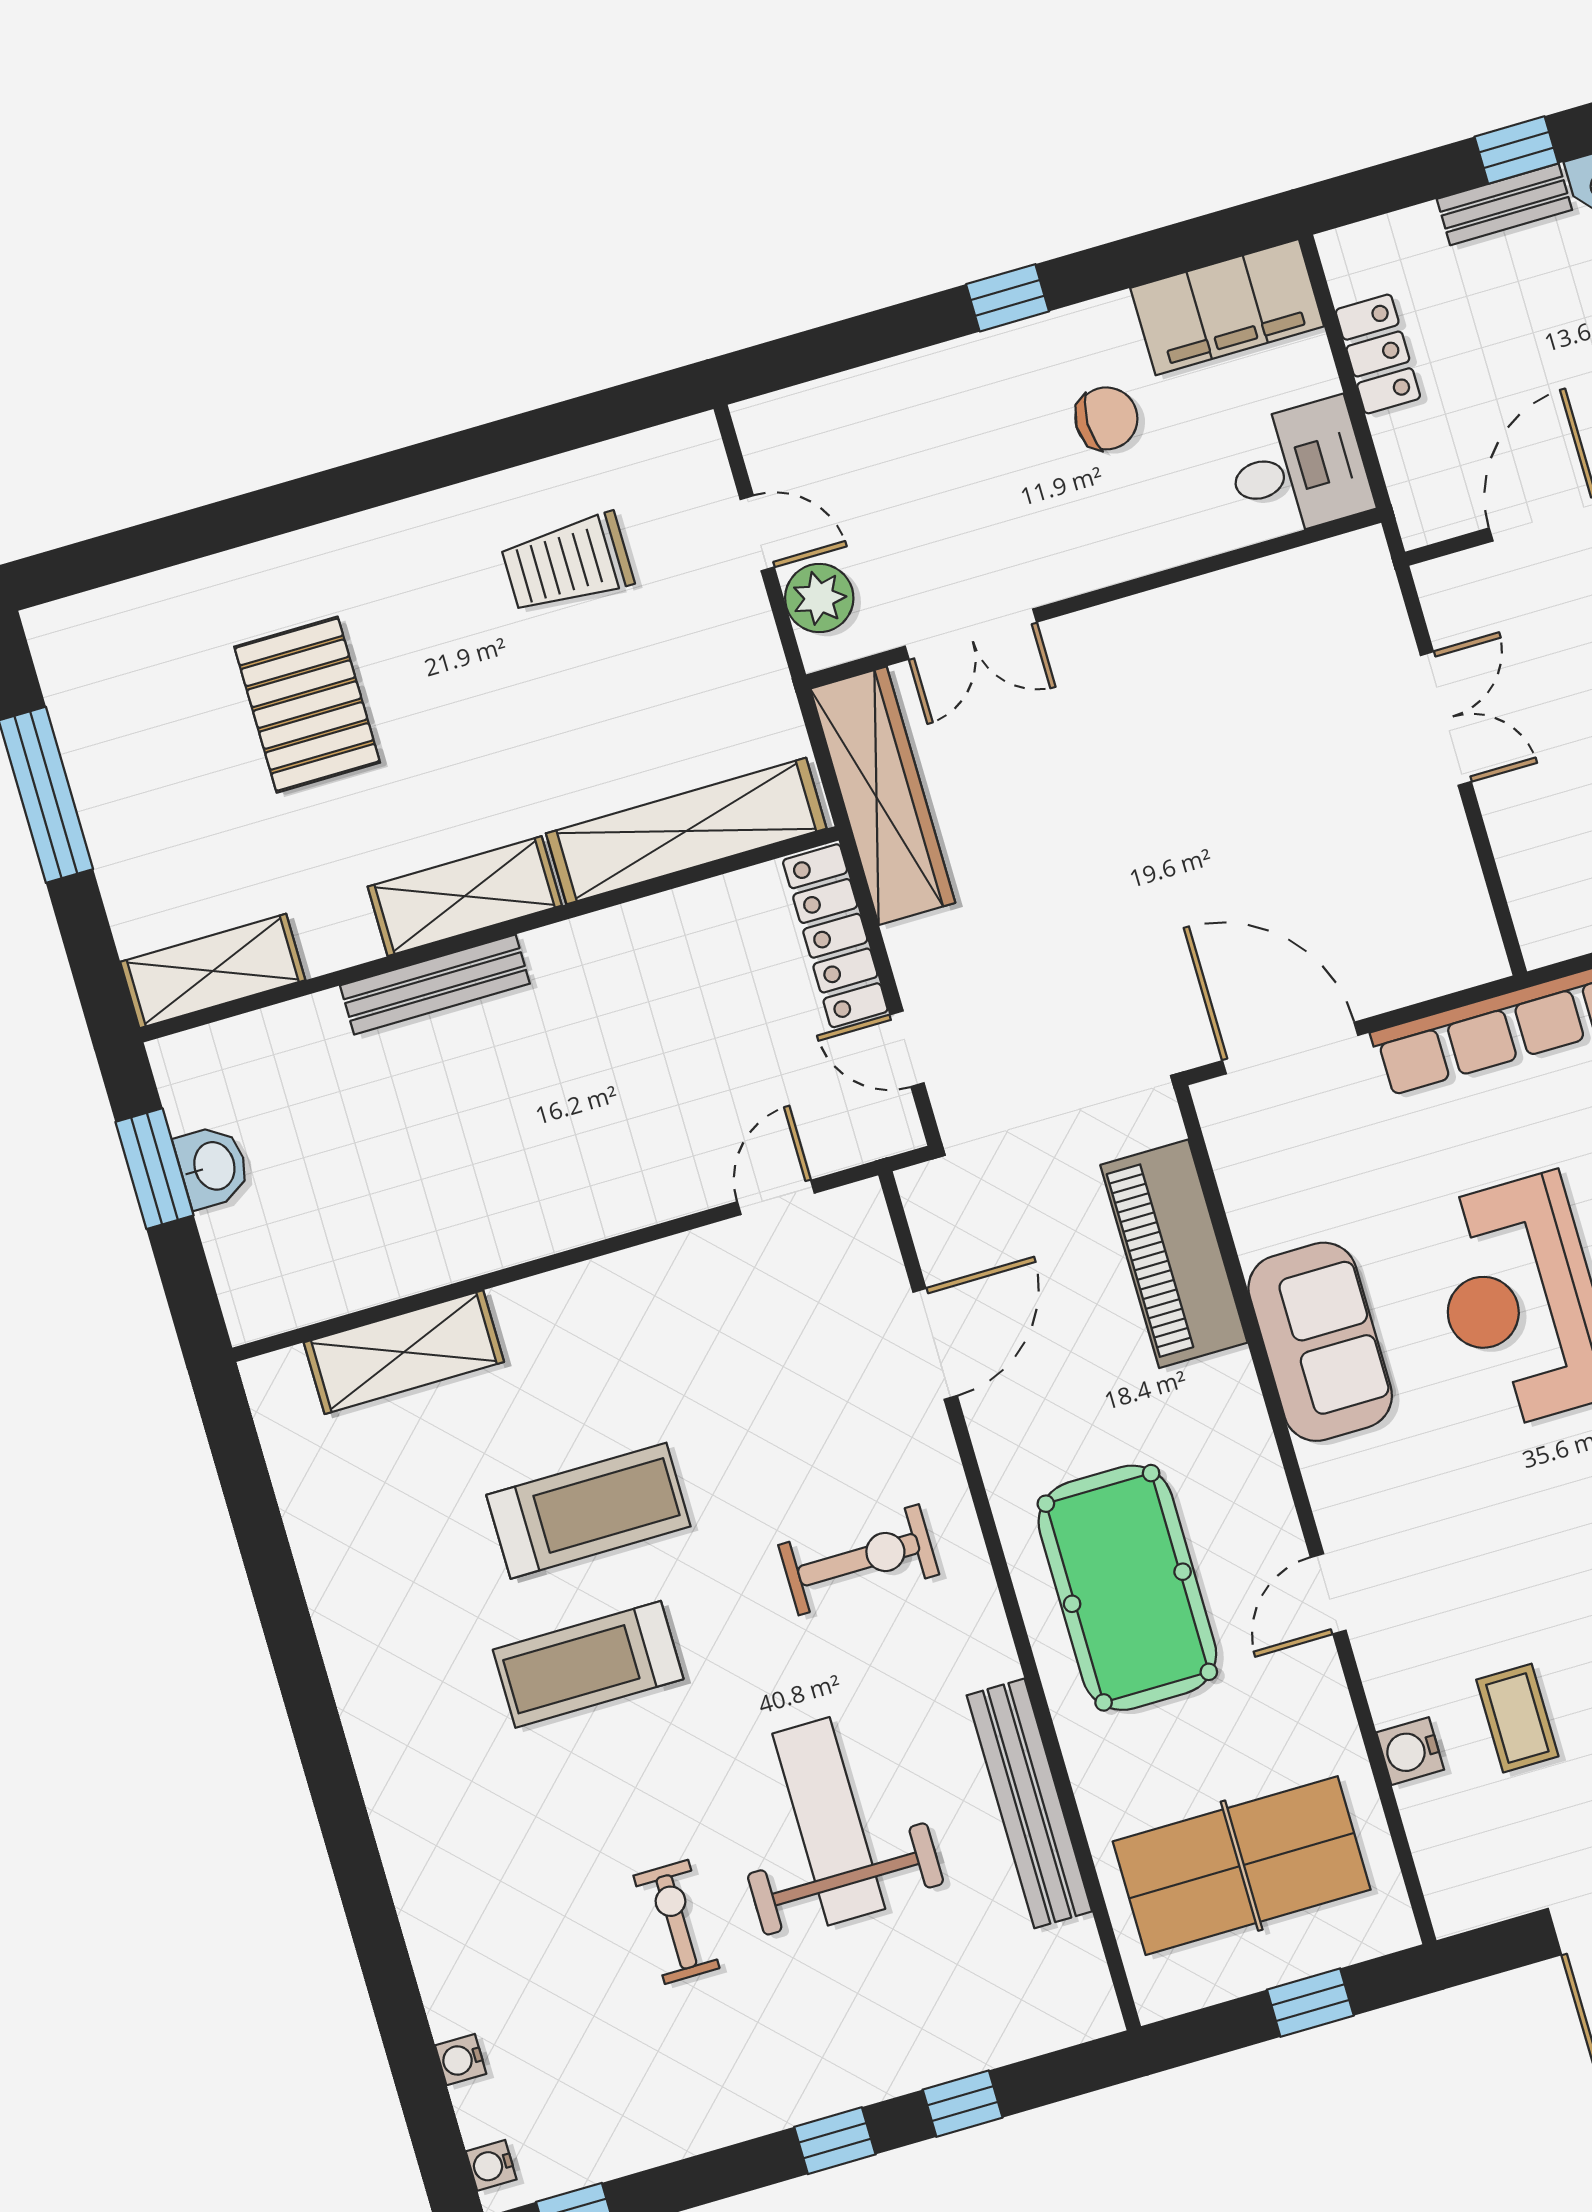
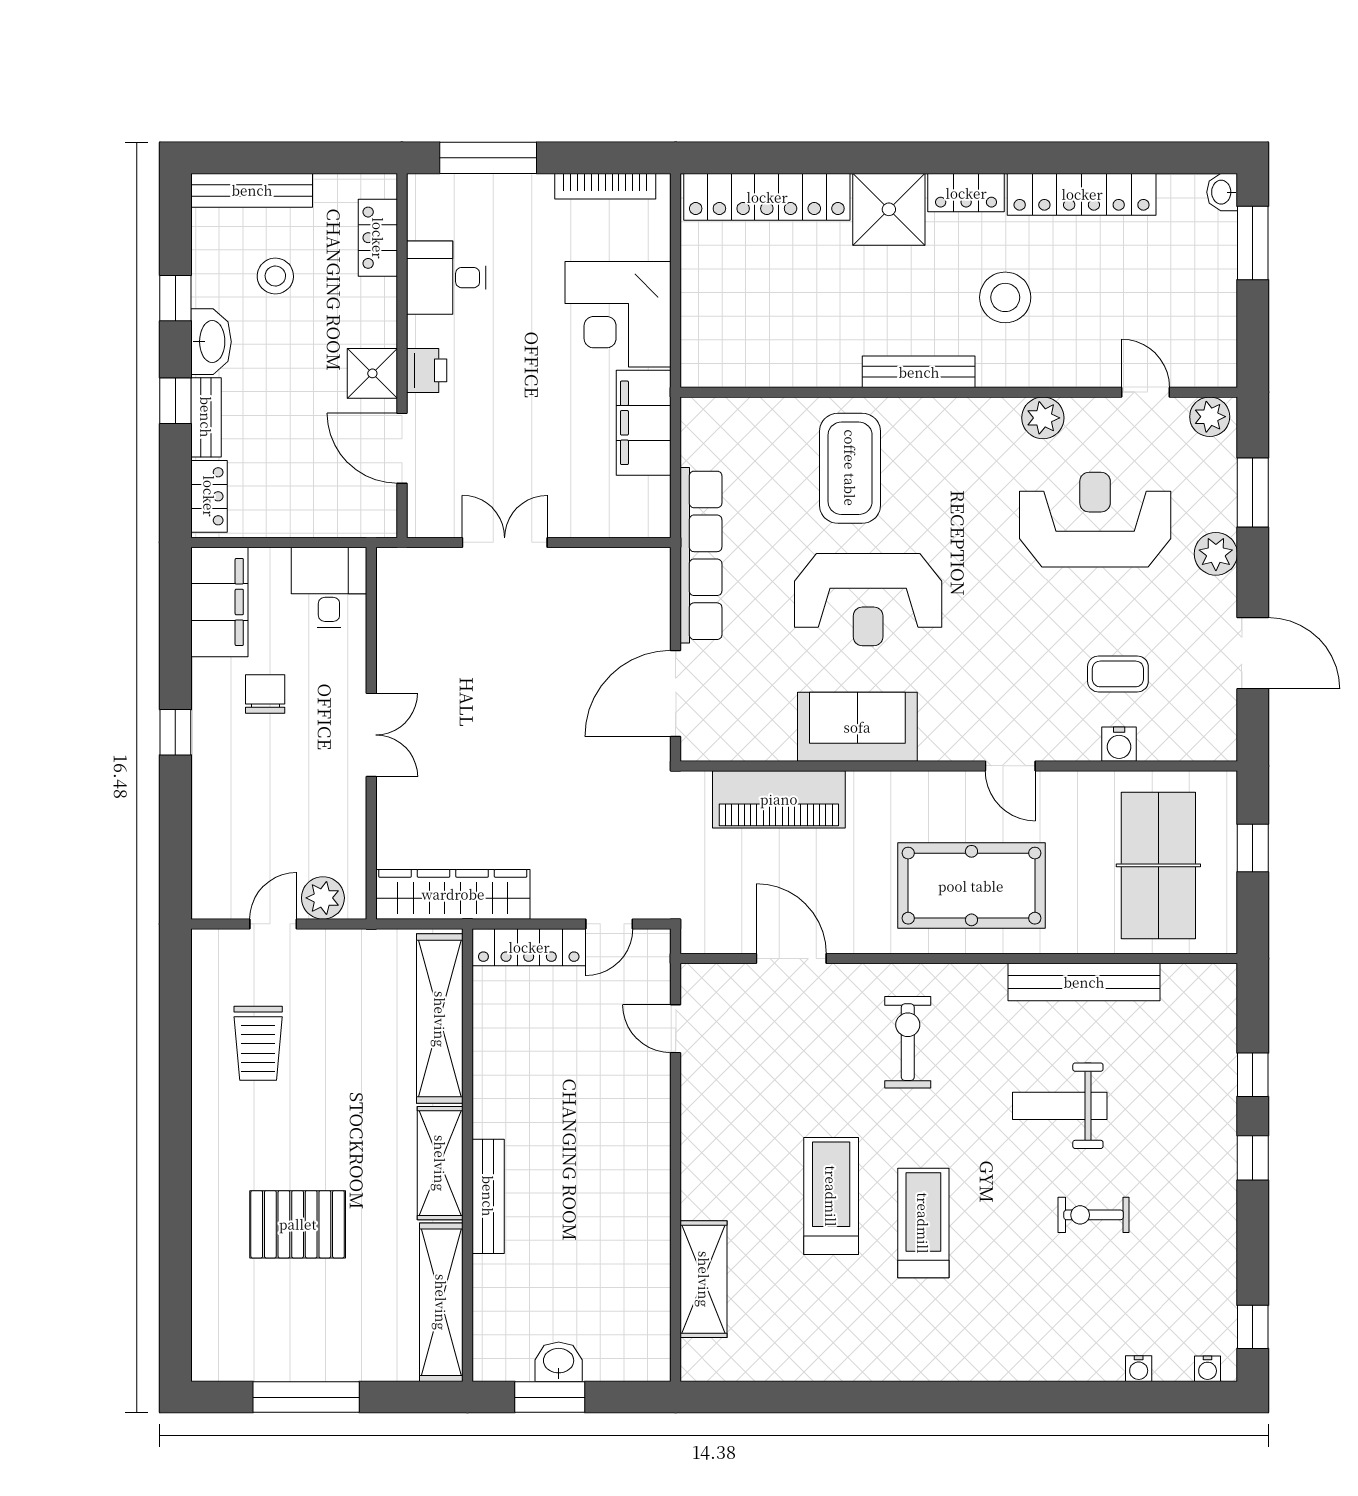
locker: (1378, 354) -> (209, 496), moved, turned 90
double door: (971, 634) -> (371, 735), moved
shelving: (213, 971) -> (441, 1302), width x1.47
treadmill: (588, 1664) -> (923, 1223), turned 180
weight bench: (829, 1821) -> (1060, 1106), width x0.73, depth x0.75

